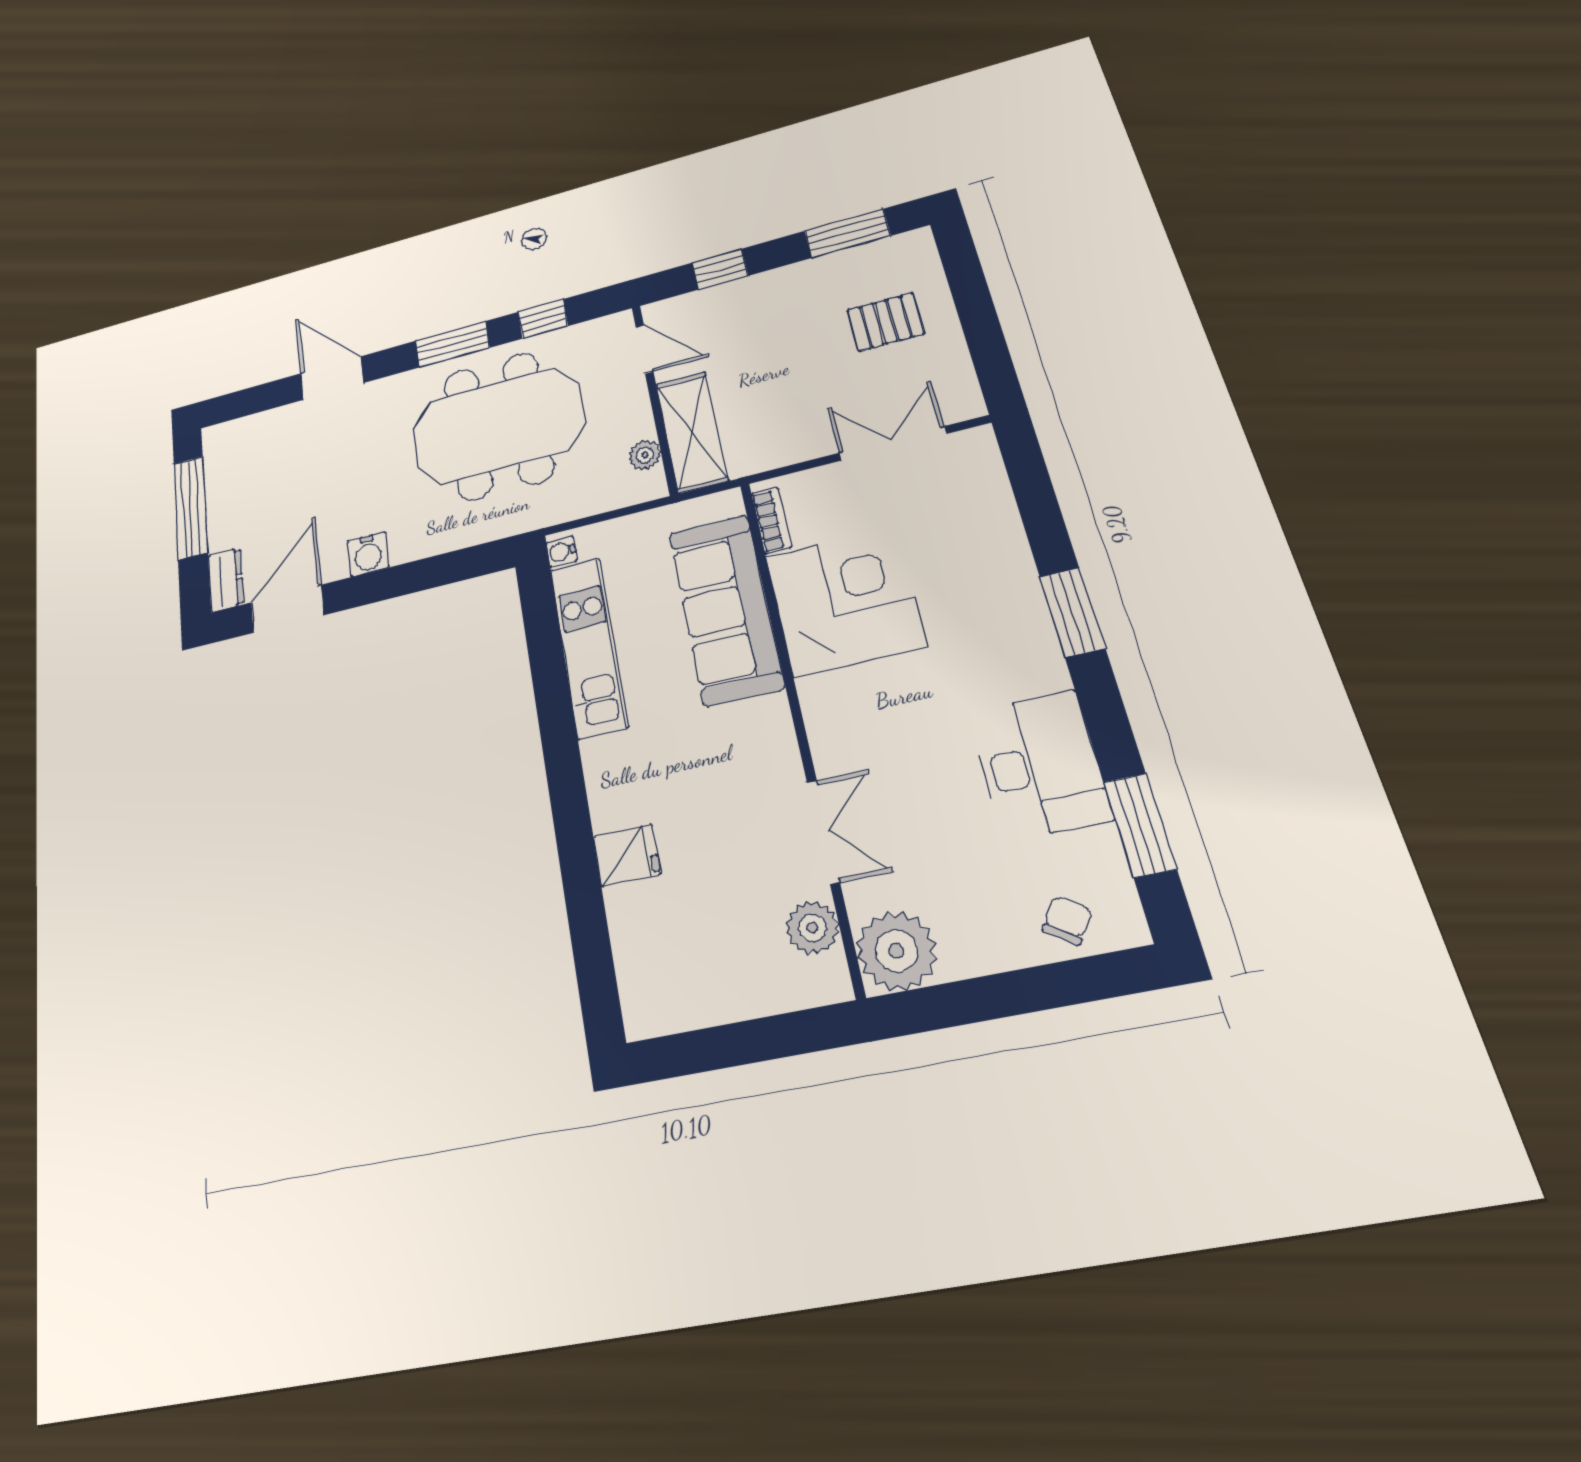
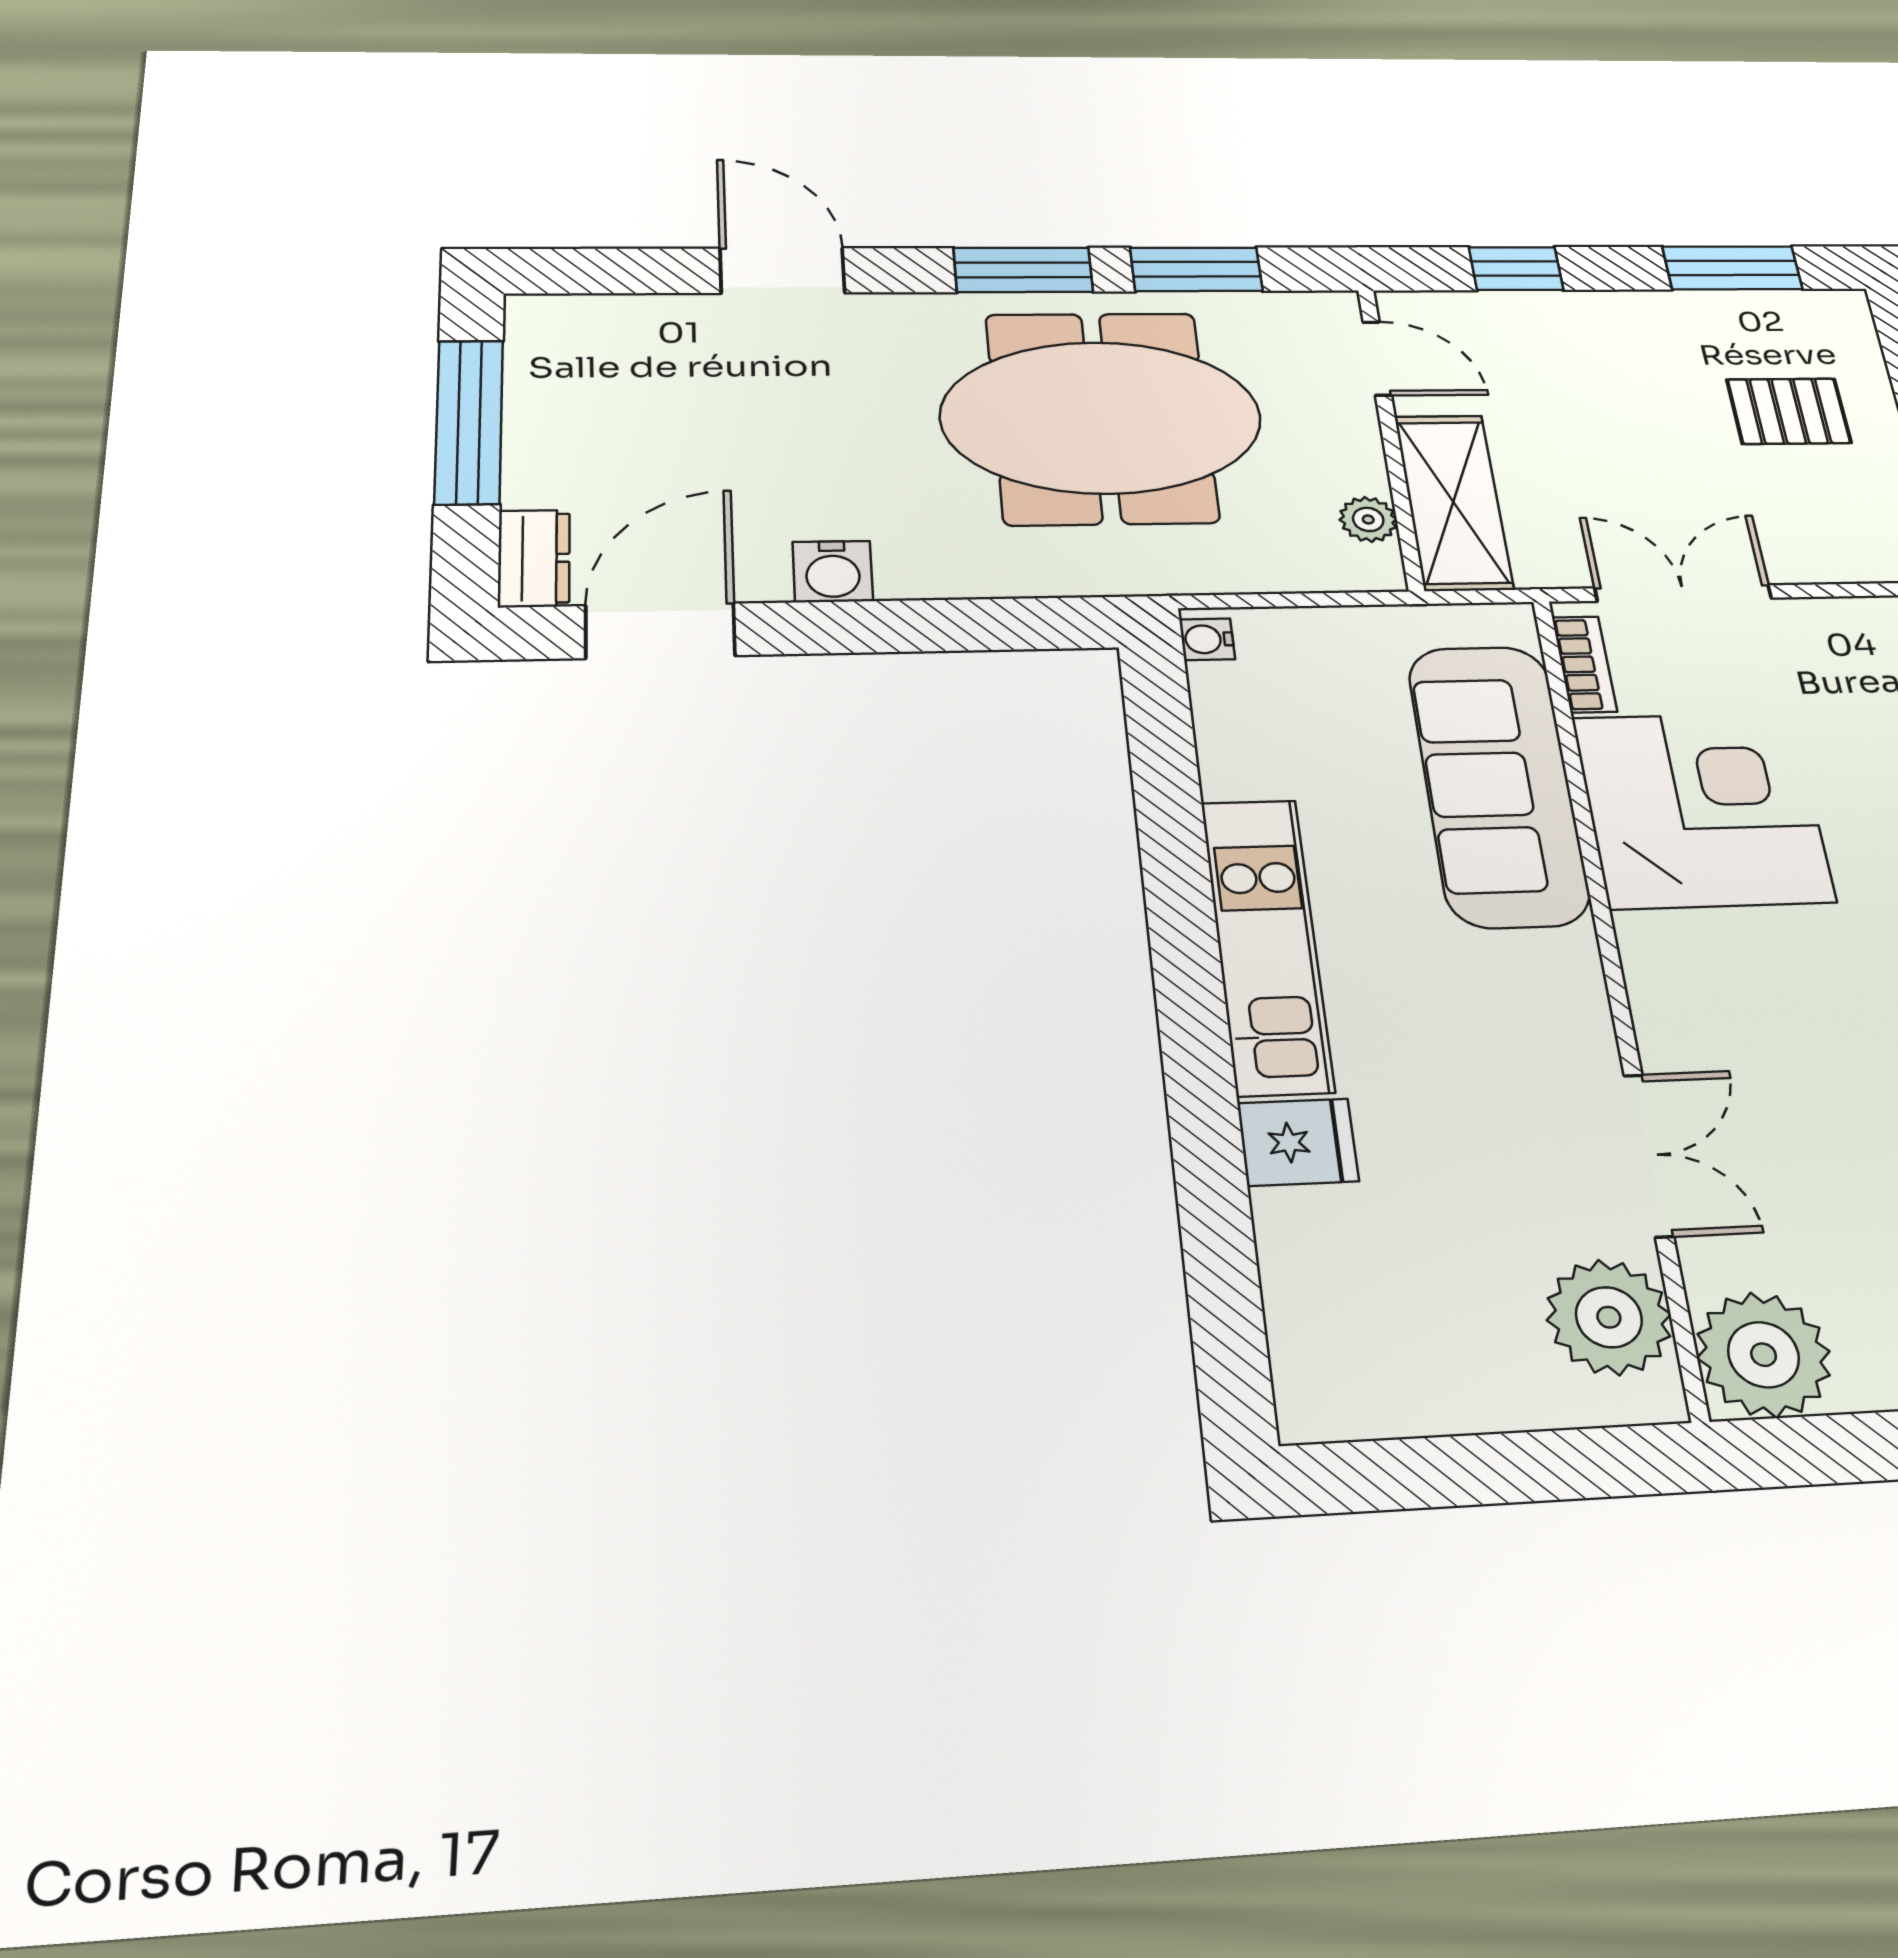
window: (543, 319) -> (1196, 269), width x1.50
double door: (892, 444) -> (1683, 593), moved
kitchen unit: (589, 647) -> (1267, 945), moved
plant: (812, 928) -> (1609, 1317), width x1.36, depth x1.36

